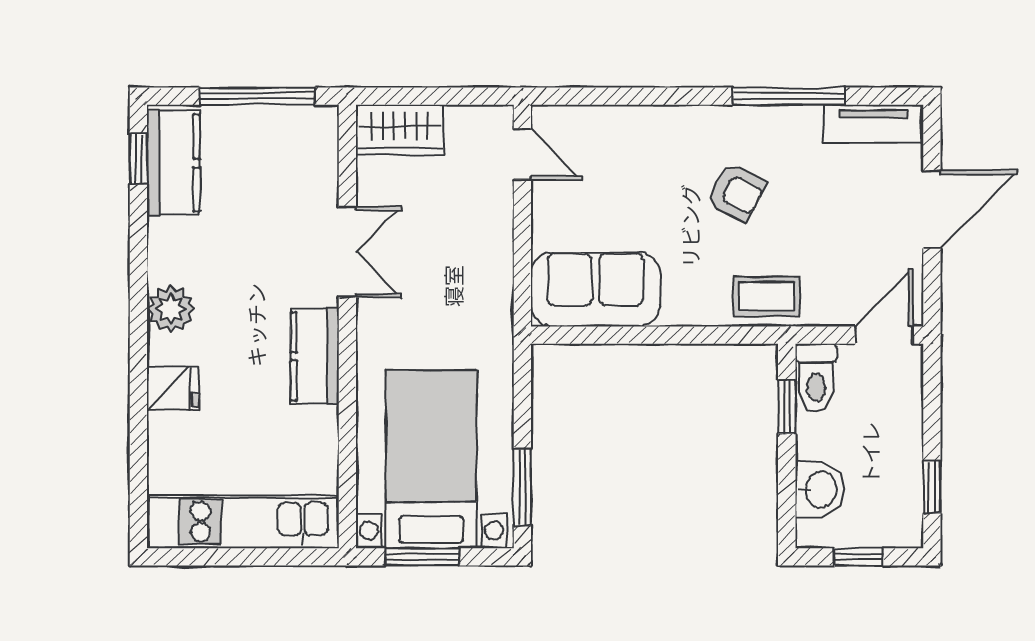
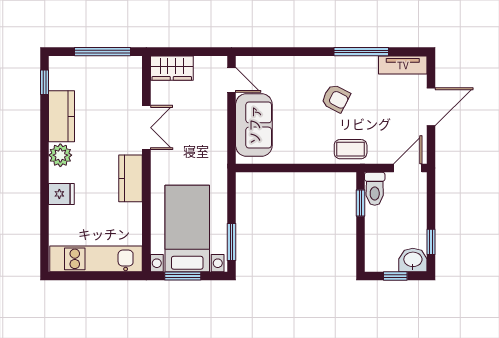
kitchen counter: (173, 163) -> (62, 116), moved
sofa: (595, 289) -> (254, 125), moved, turned 90
washbasin: (820, 490) -> (413, 260), moved, turned -90

